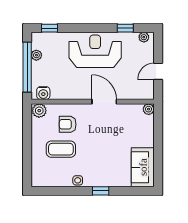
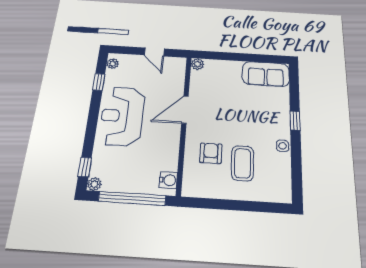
plant: (36, 55) -> (94, 184), moved
plant: (39, 111) -> (191, 187), removed
armchair: (68, 124) -> (211, 153), turned 180

